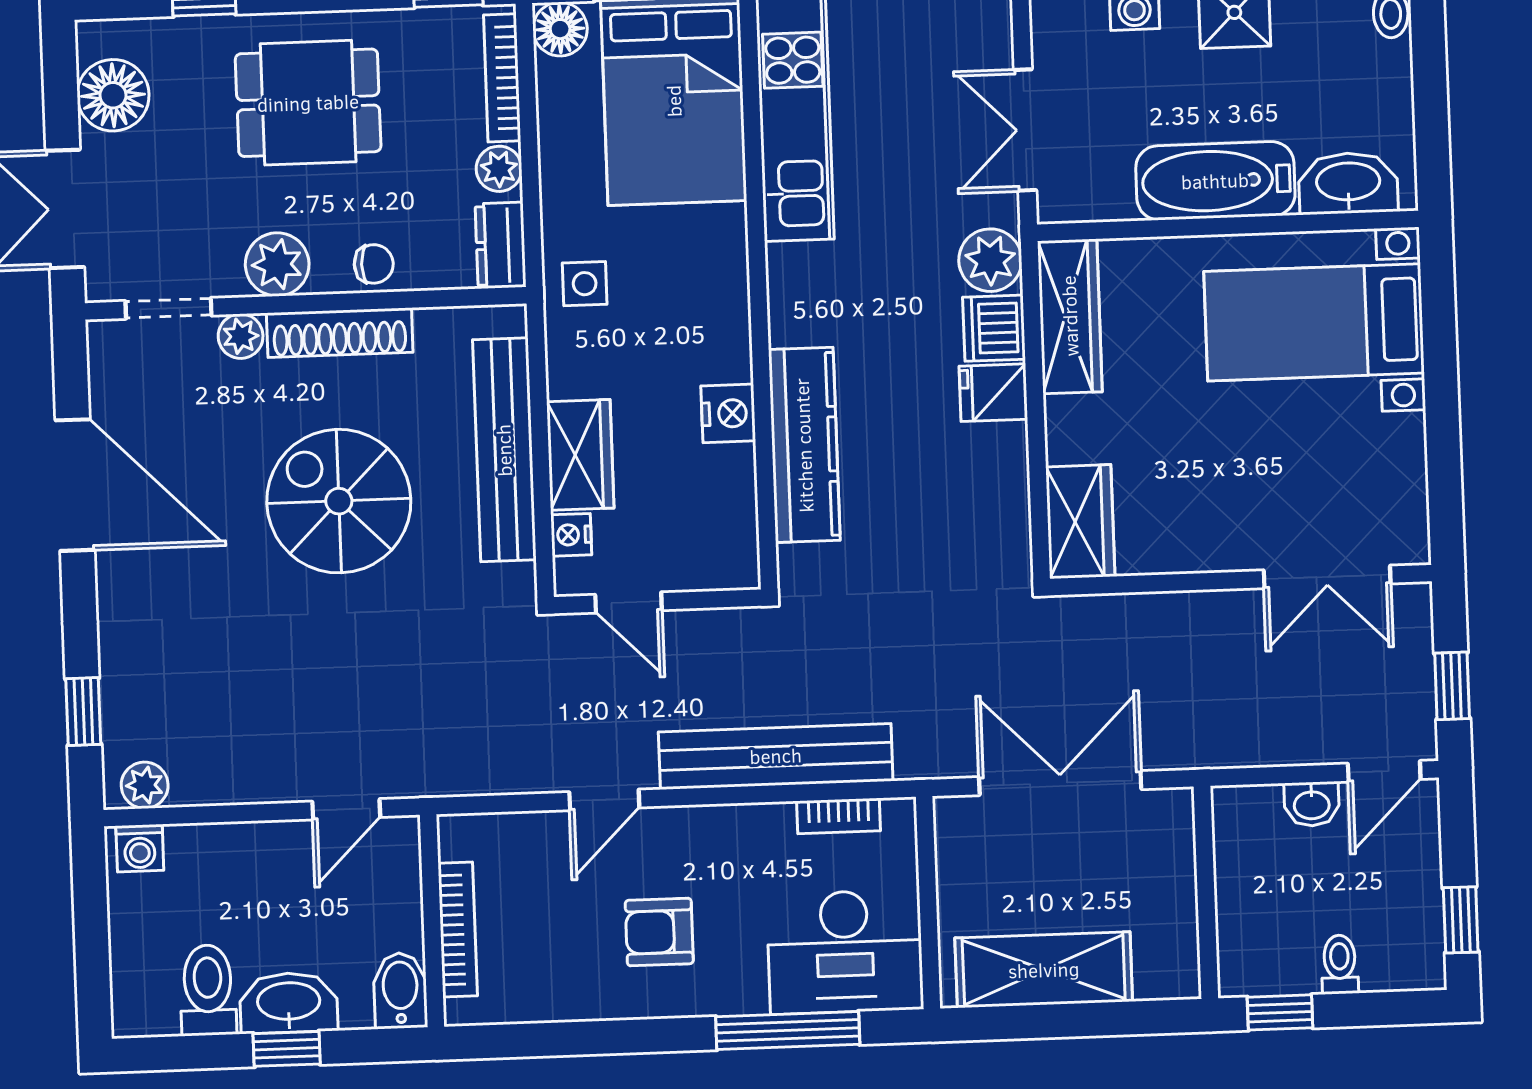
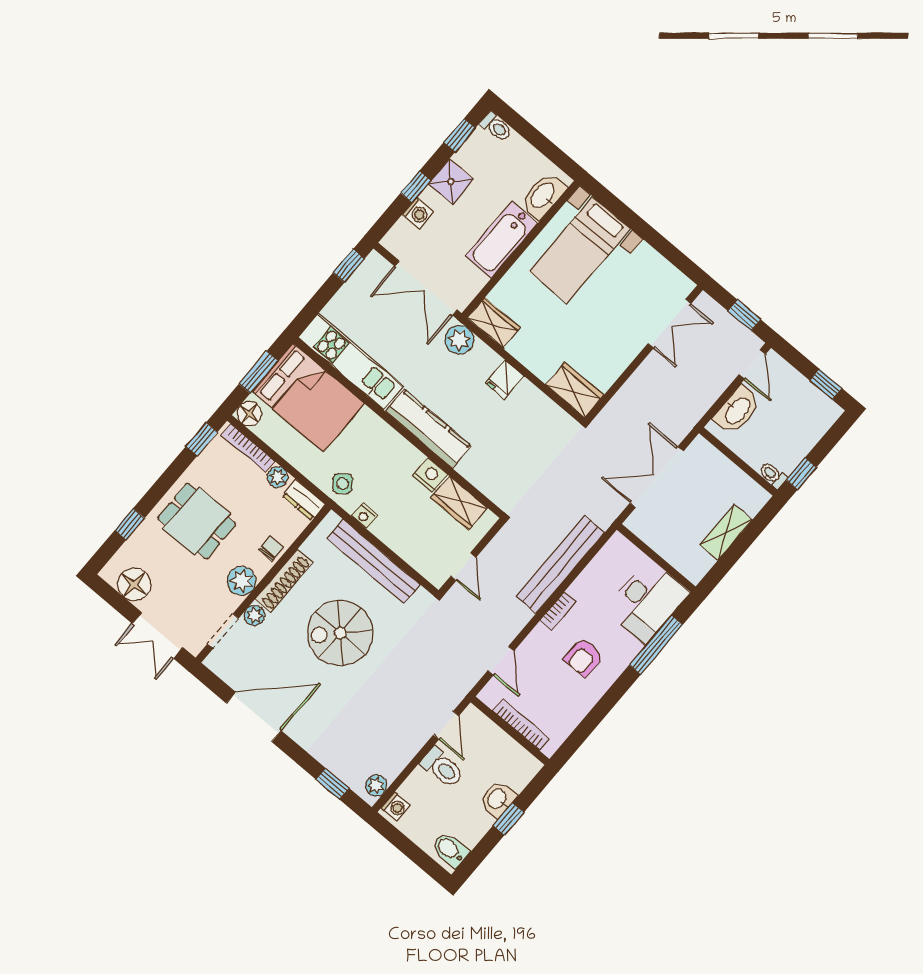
dining table: (308, 103) -> (197, 521), turned 90
double door: (1025, 130) -> (426, 288), width x1.37
side table: (585, 284) -> (343, 484), turned -36
wardrobe: (1070, 316) -> (494, 323), width x0.67
dishwasher: (994, 328) -> (483, 359), removed
kitchen counter: (804, 445) -> (428, 429), moved
wardrobe: (580, 455) -> (459, 503), moved, turned 180
nightstand: (571, 535) -> (364, 516), moved
door: (628, 602) -> (463, 567), hinge flipped
door: (604, 800) -> (501, 661), moved
washbasin: (1312, 804) -> (737, 410), width x1.91, depth x1.45
bookcase: (838, 816) -> (558, 611), moved
toilet: (1340, 965) -> (773, 475), moved
shelving: (1044, 970) -> (726, 532), width x0.67, depth x0.75
toilet: (208, 990) -> (442, 768), moved, turned 180
bidet: (400, 991) -> (450, 850), moved
washbasin: (289, 1003) -> (498, 799), width x0.72

